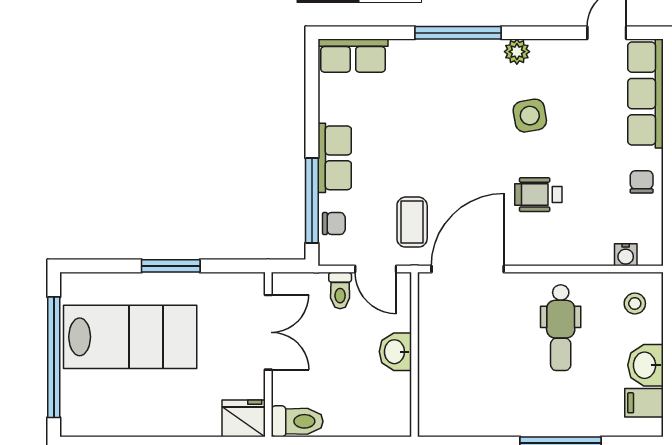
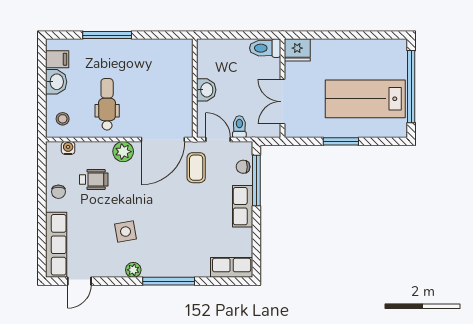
wheelchair: (538, 195) -> (94, 179), moved
plant: (534, 249) -> (123, 152), added

